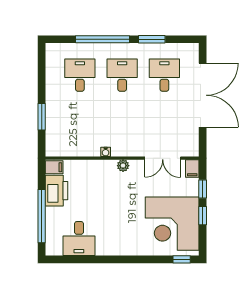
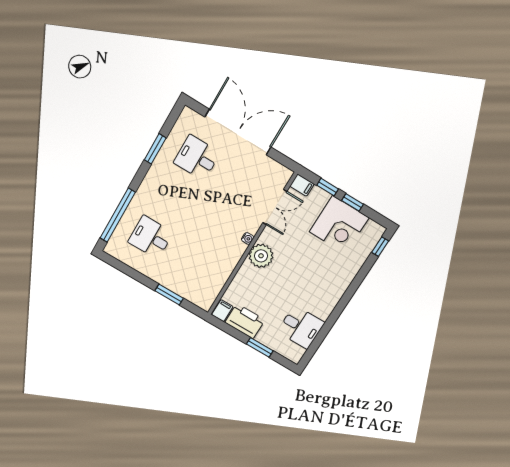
window: (102, 39) -> (118, 215), moved
desk: (122, 75) -> (173, 198), removed
water cooler: (106, 152) -> (248, 238), moved
plant: (123, 166) -> (261, 256), width x1.87, depth x1.87
window: (42, 216) -> (260, 347), width x0.47
corner desk: (172, 224) -> (339, 225), width x0.74, depth x0.74

